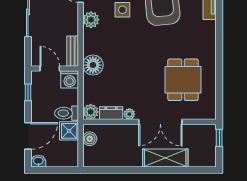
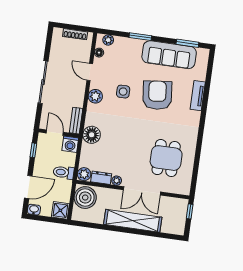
shower: (69, 131) -> (60, 210), moved
boiler: (90, 139) -> (85, 198), width x1.86, depth x1.86
shelving: (165, 158) -> (133, 221), width x1.47

